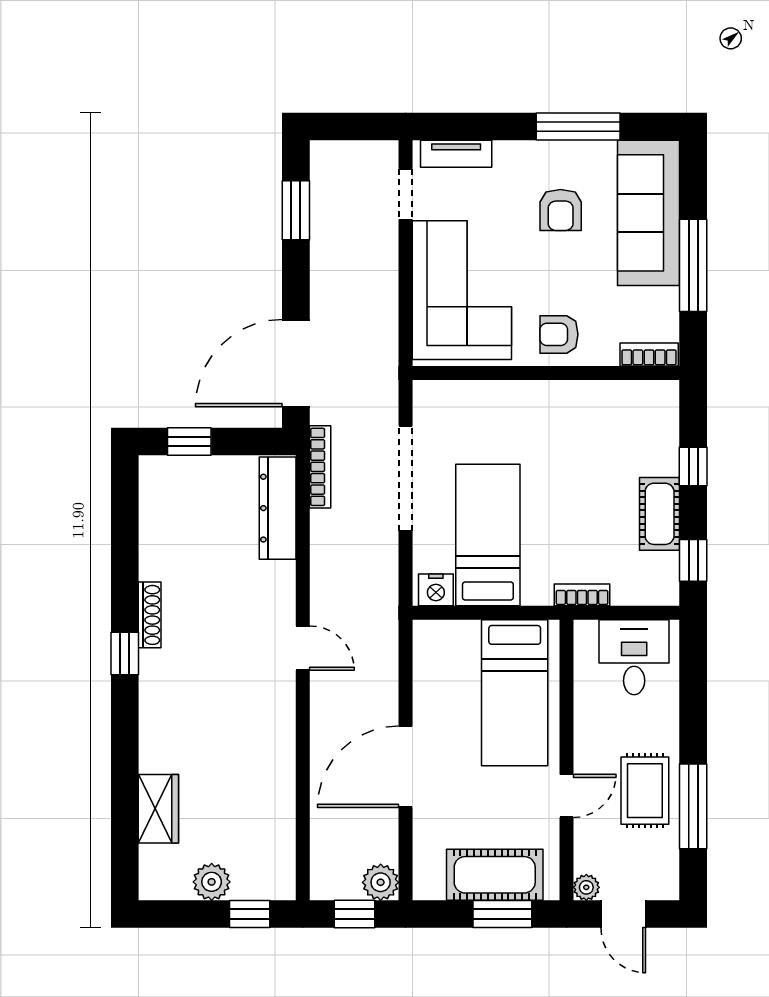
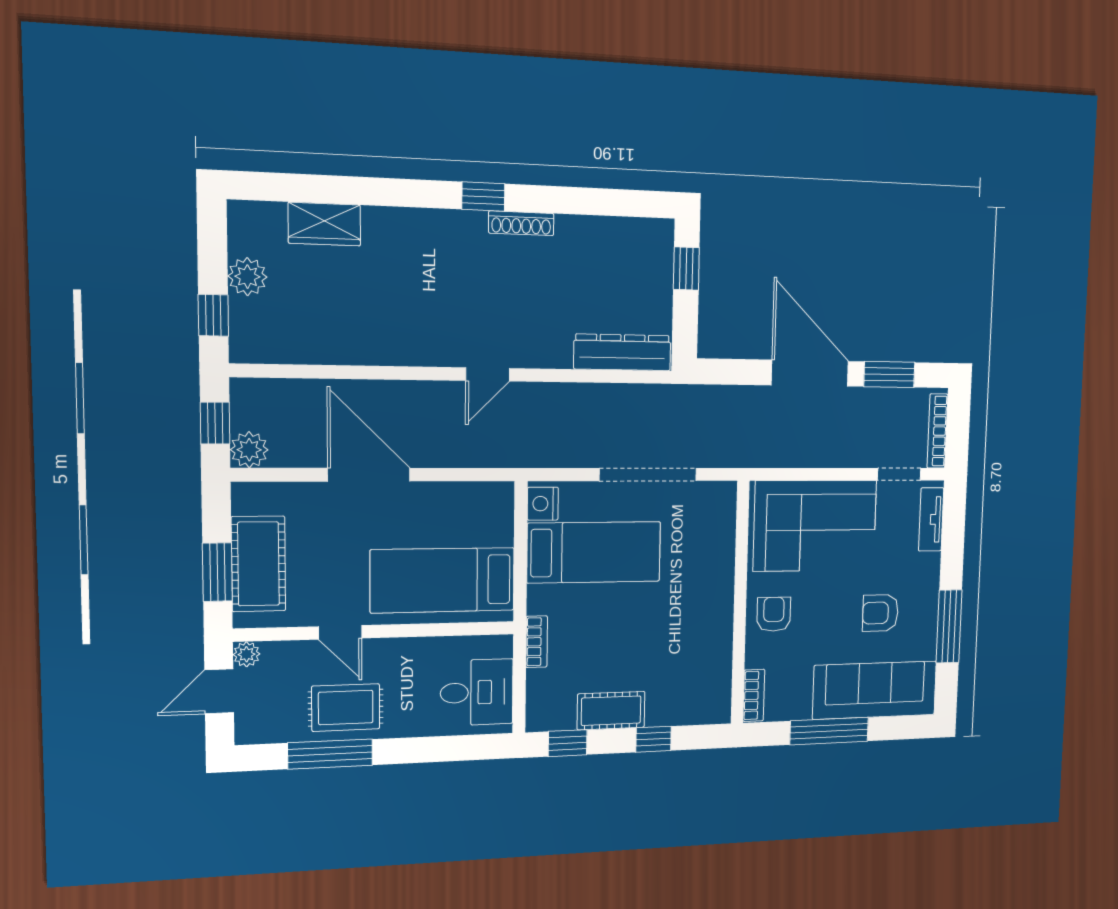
door: (296, 363) -> (810, 373), moved
bookcase: (320, 467) -> (937, 431), moved, turned 90

